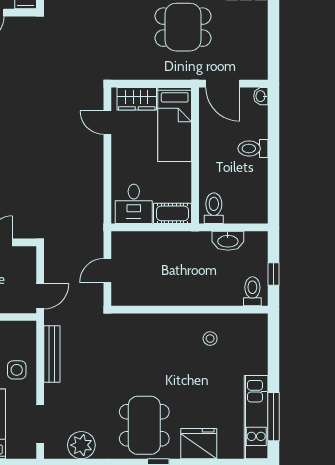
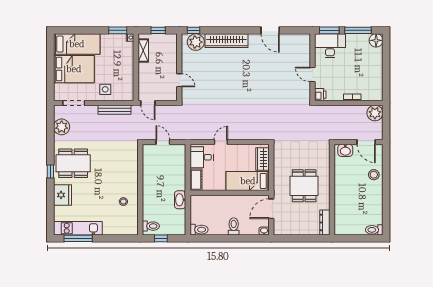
door: (107, 123) -> (221, 142), moved
toilet: (214, 208) -> (199, 230), moved
washbasin: (228, 241) -> (180, 200), moved

